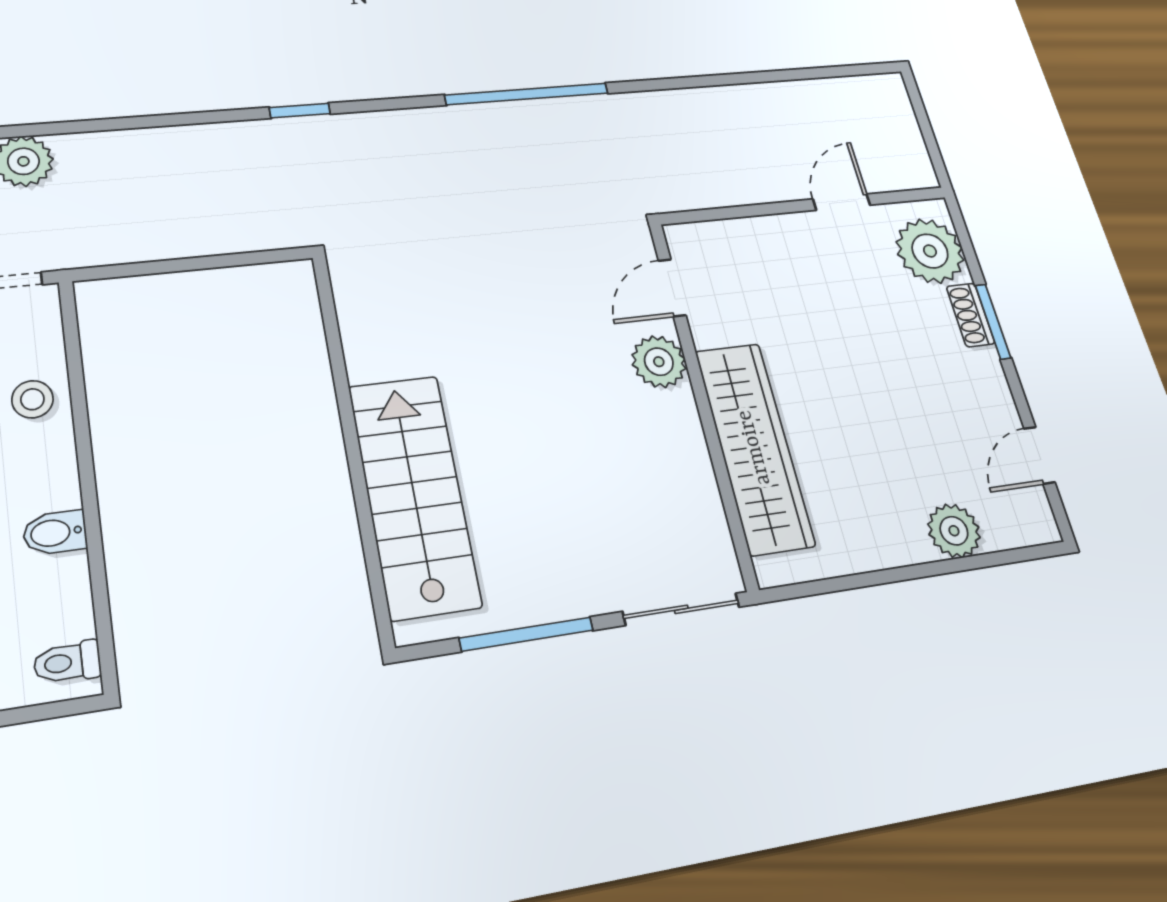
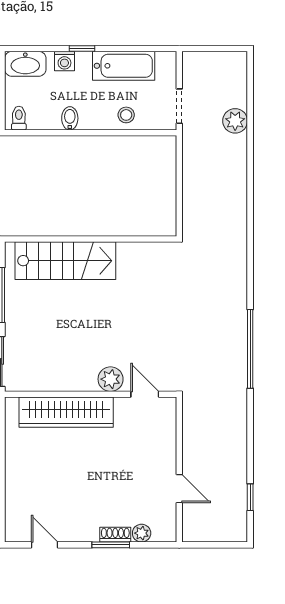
window: (300, 111) -> (250, 497), moved
plant: (930, 251) -> (142, 533), width x0.53, depth x0.53
plant: (954, 531) -> (17, 492), removed

